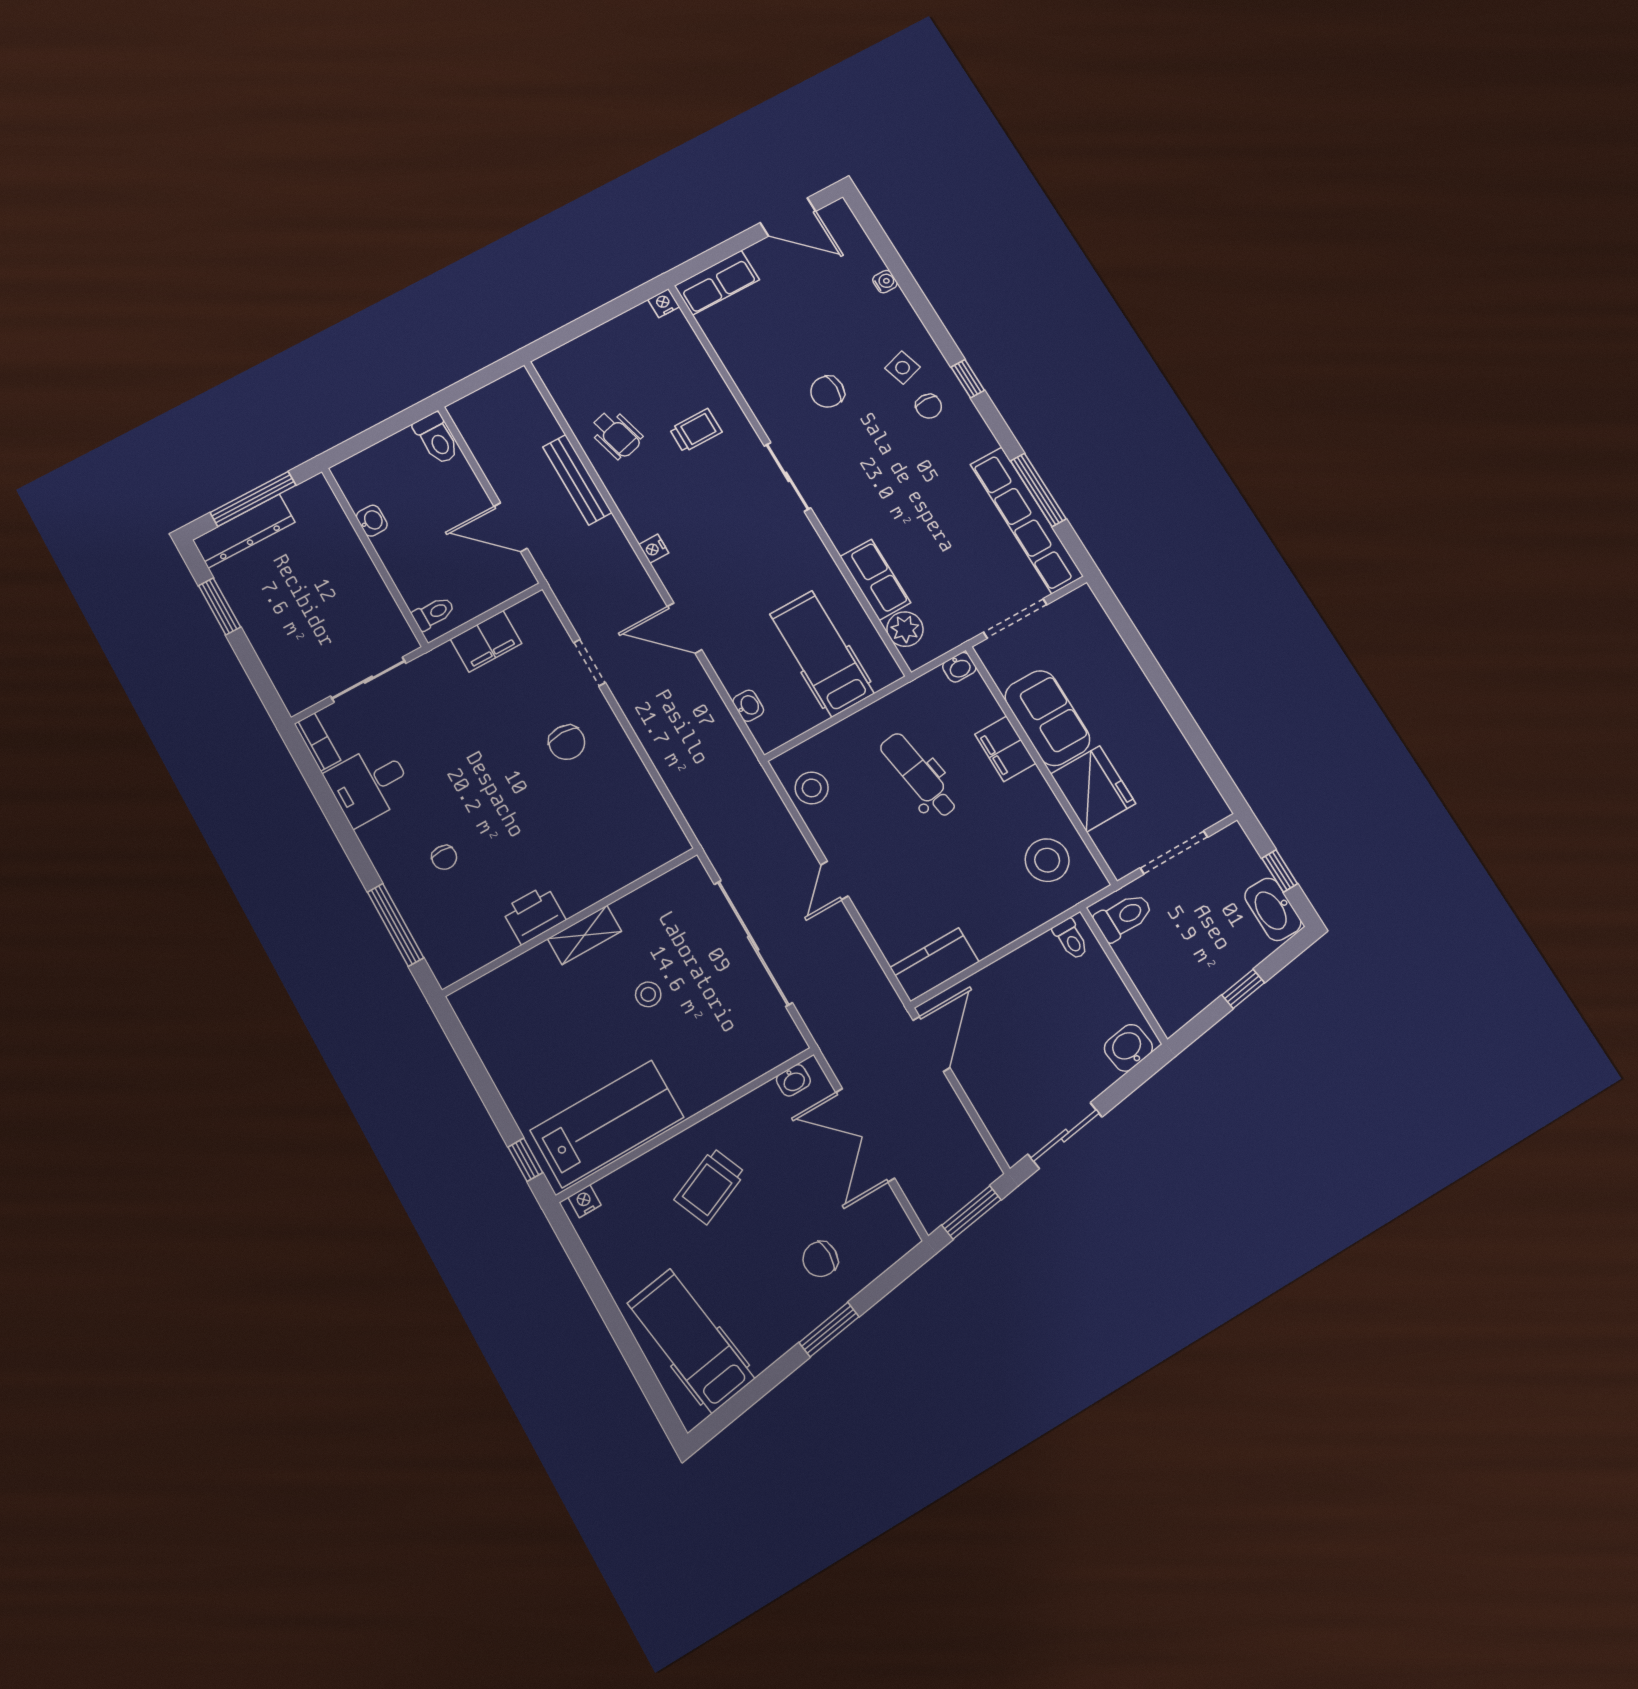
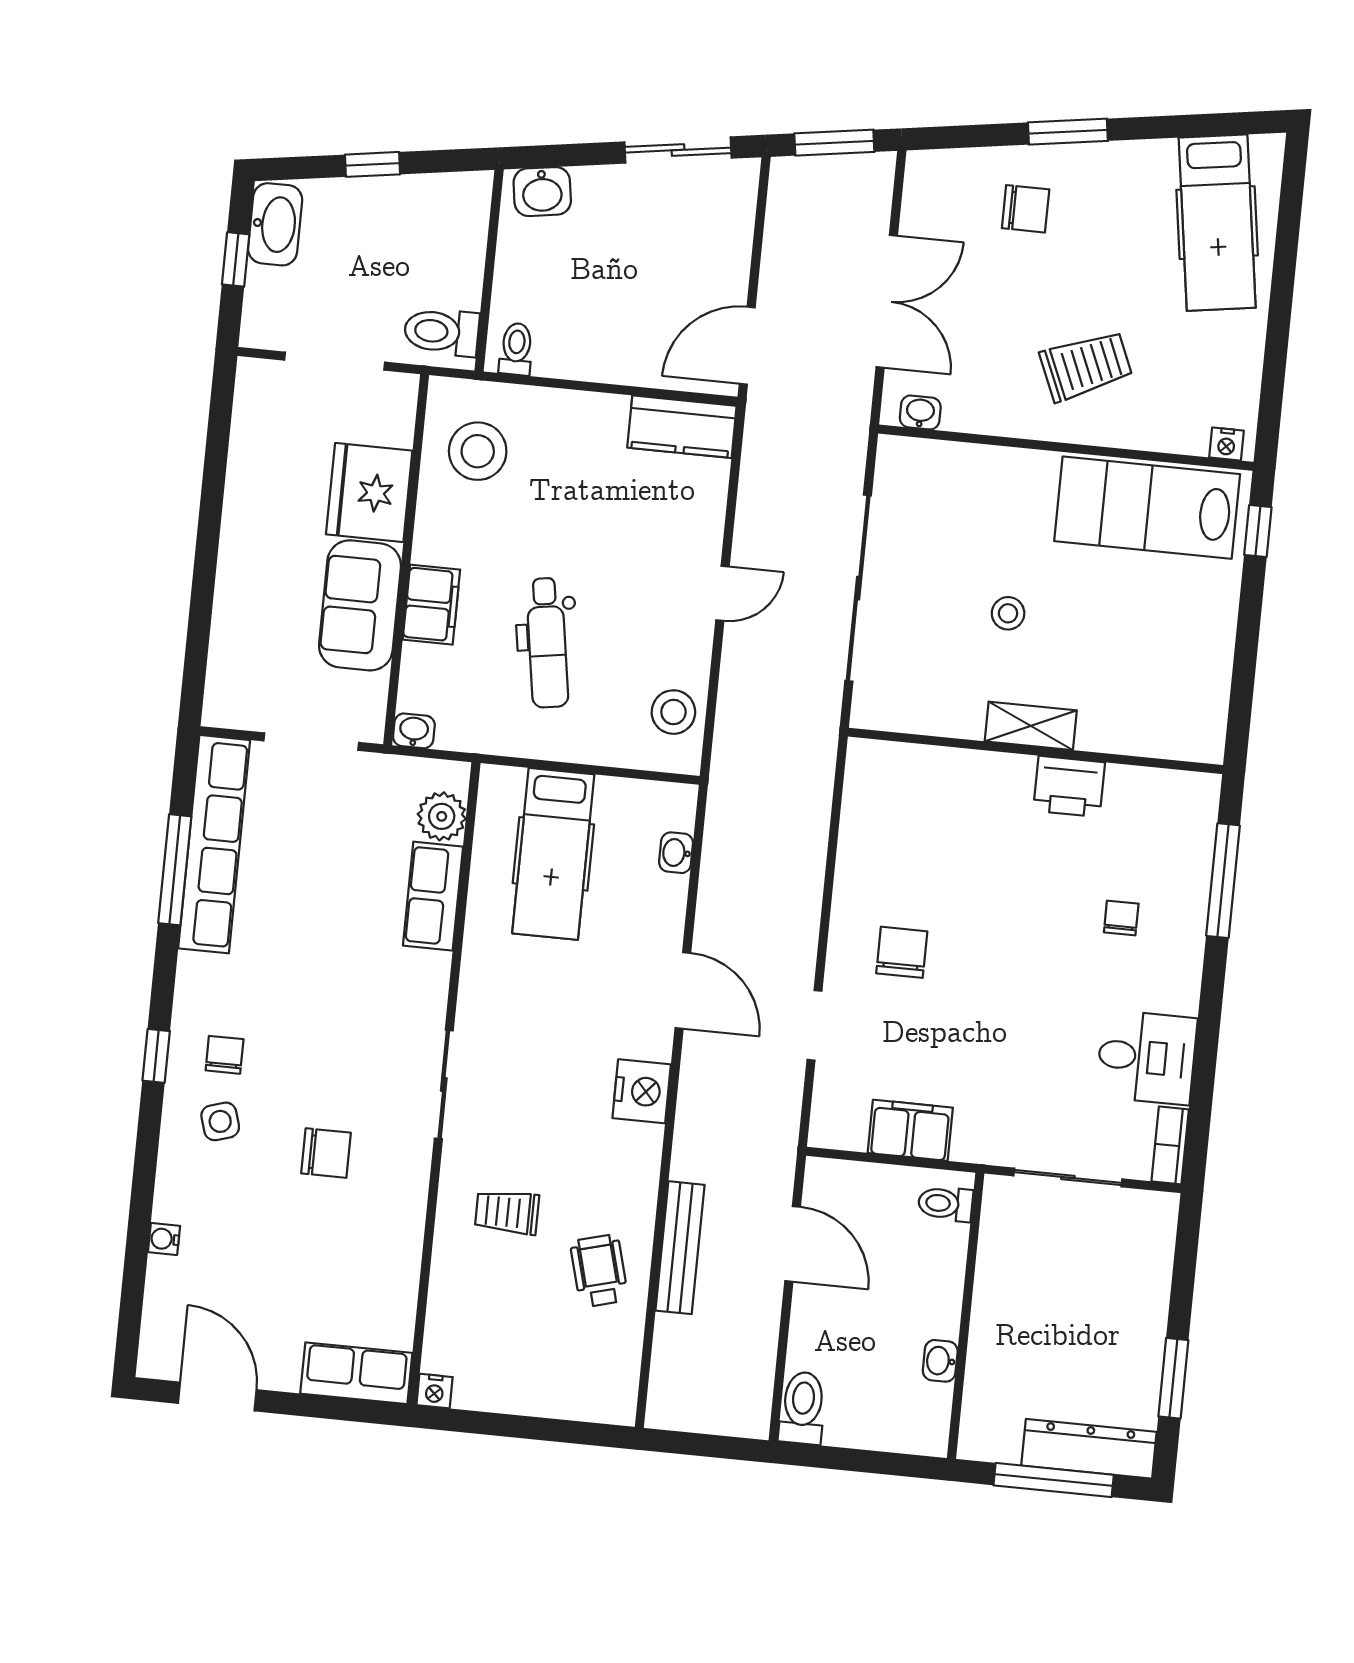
nightstand: (654, 549) -> (642, 1091), width x1.89, depth x1.79

